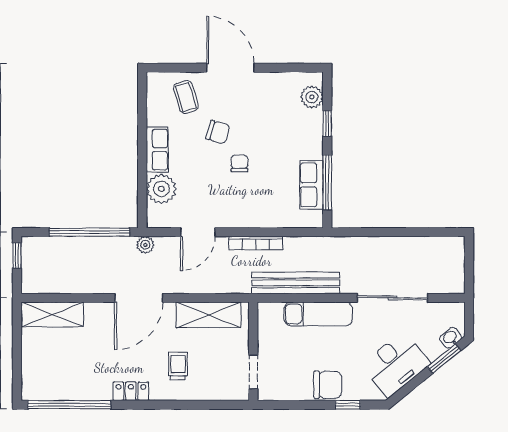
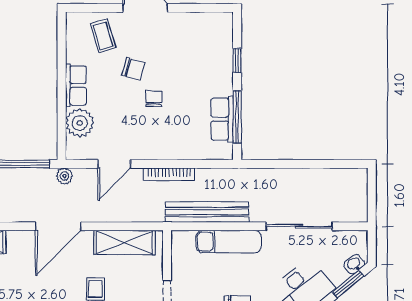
plant: (312, 97) -> (223, 36), removed

